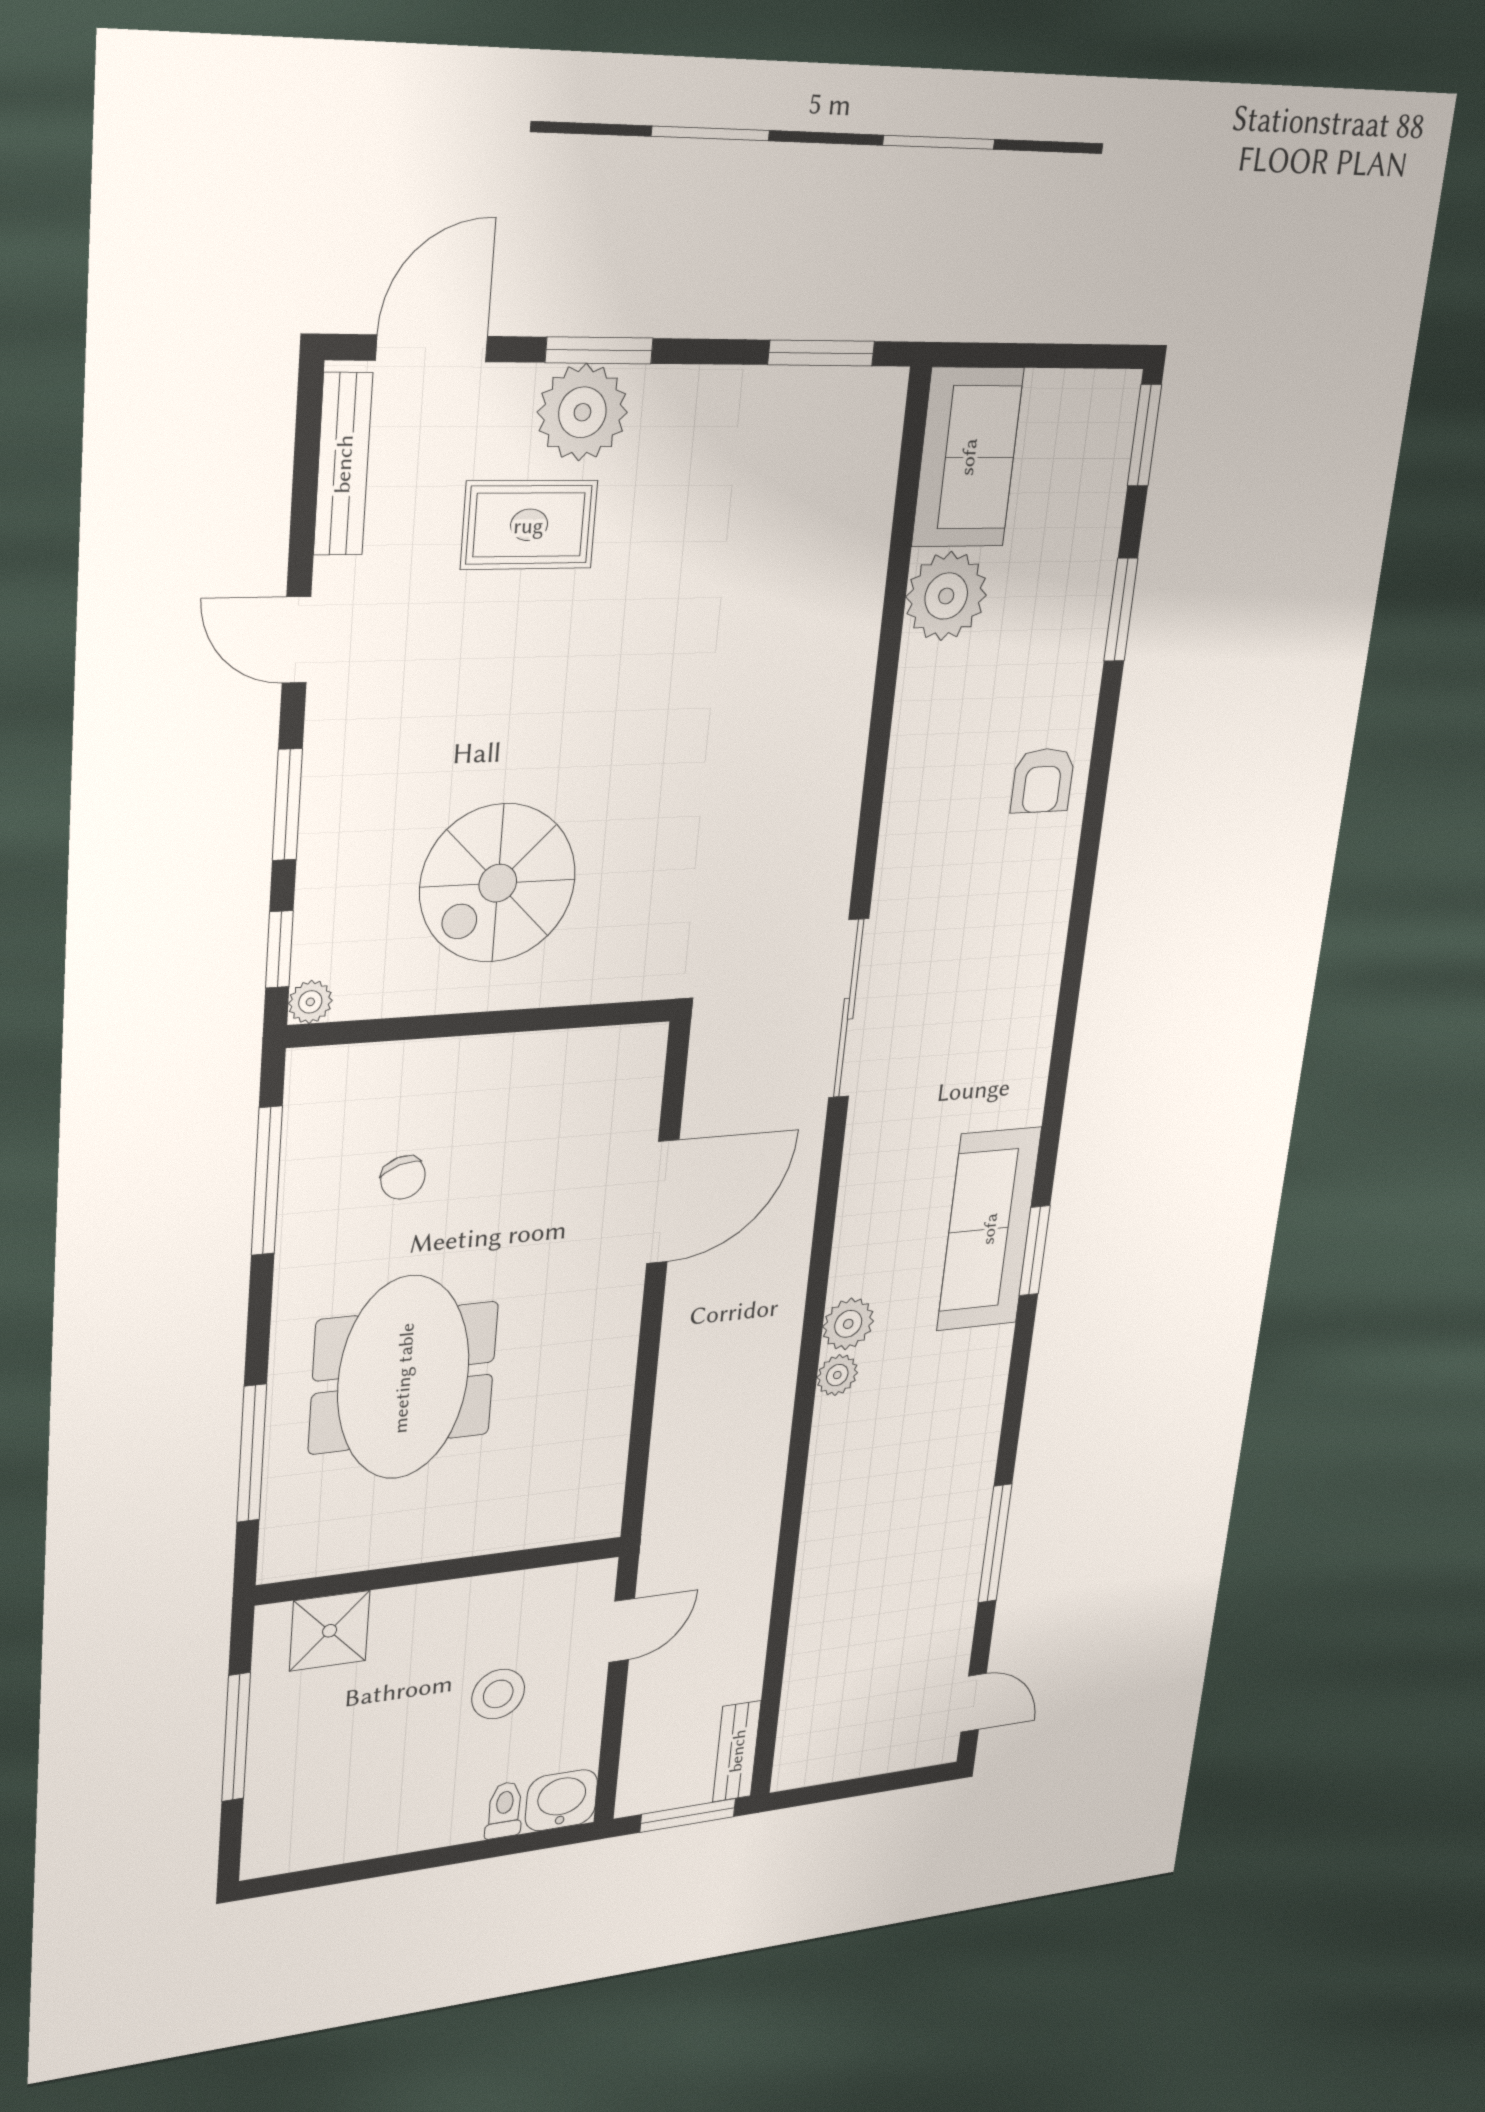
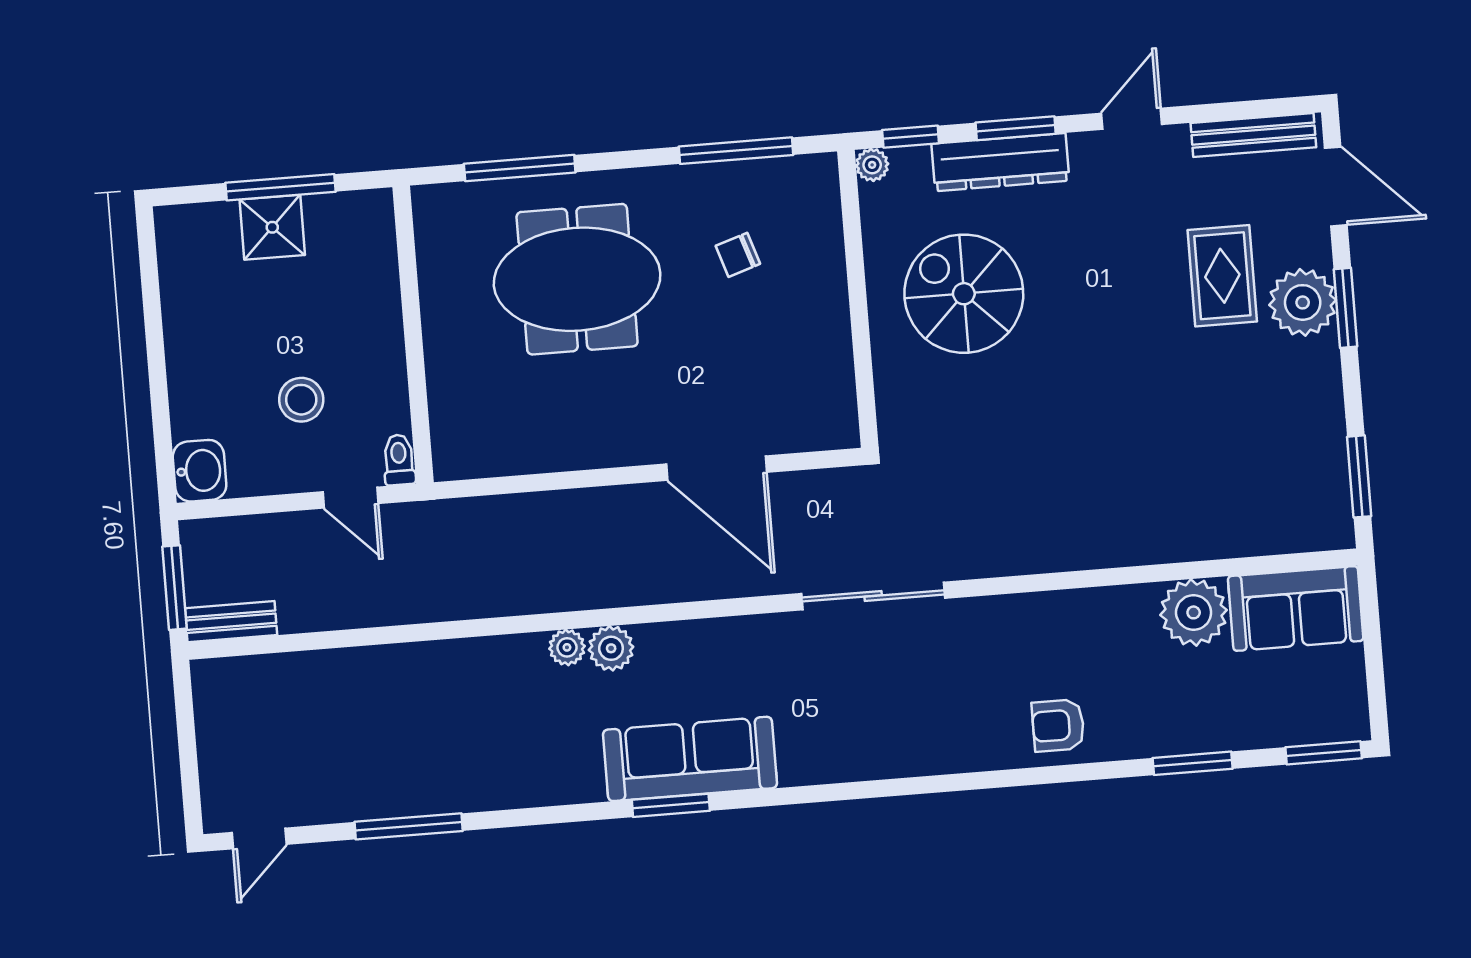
dresser: (331, 828) -> (1000, 162), added
shower: (330, 1631) -> (272, 227), moved
toilet: (504, 1810) -> (399, 460), moved, turned -90

